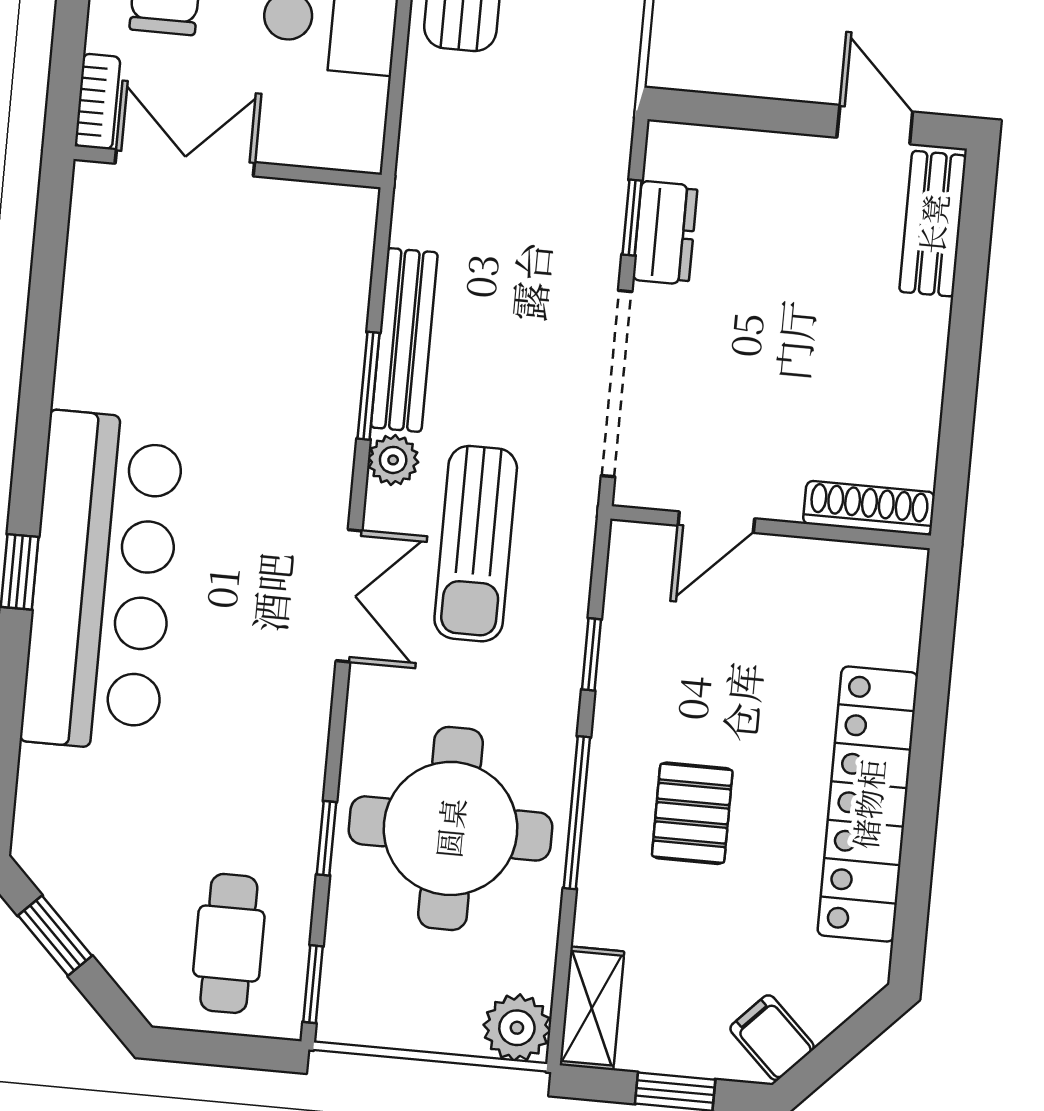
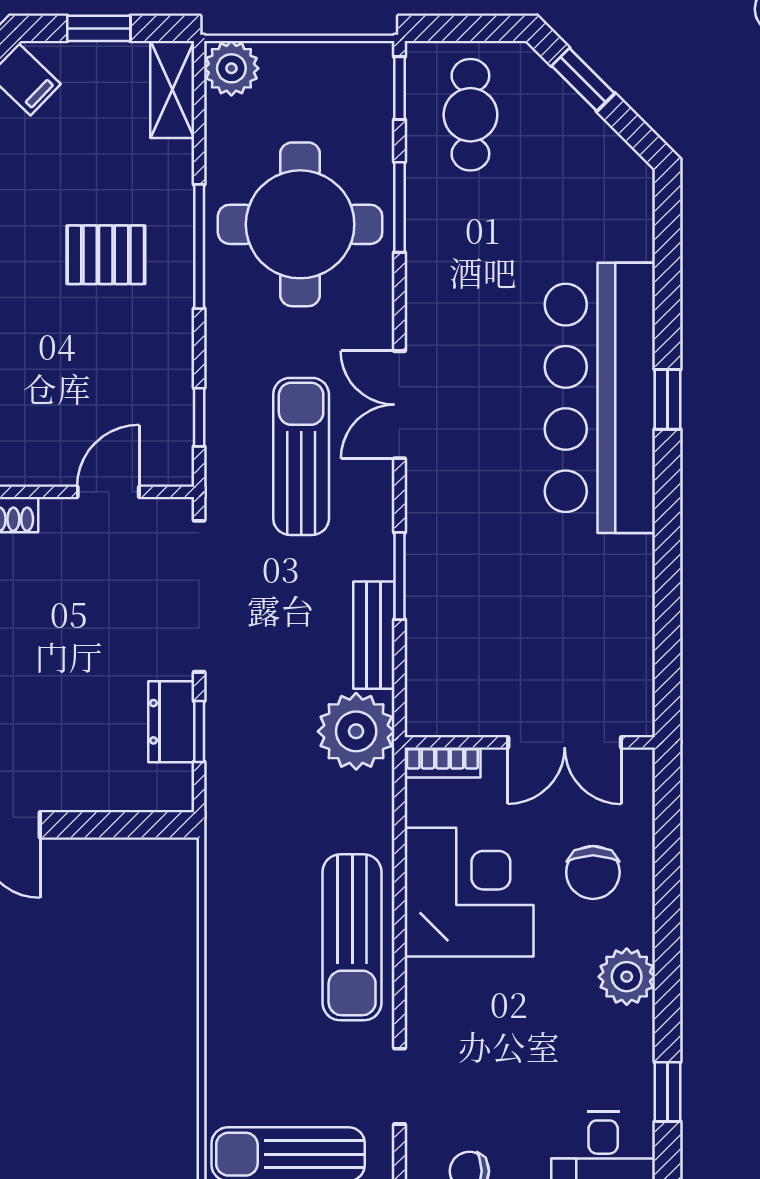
bookcase: (97, 102) -> (442, 762), moved, turned -90
bench: (404, 340) -> (374, 635), width x0.73
plant: (393, 460) -> (356, 731), moved, width x1.88, depth x1.88
window: (592, 654) -> (199, 417), moved
pallet: (692, 813) -> (106, 255), turned 90
window: (327, 838) -> (399, 207), width x1.50
window: (55, 936) -> (583, 80), moved

